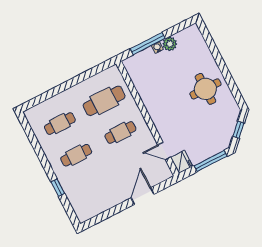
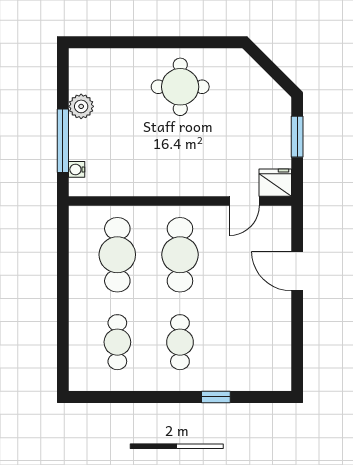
water cooler: (157, 47) -> (77, 169), moved
window: (238, 130) -> (271, 68), removed
cafe table: (120, 132) -> (180, 255), width x1.37, depth x1.35
window: (211, 161) -> (297, 137), width x0.69

